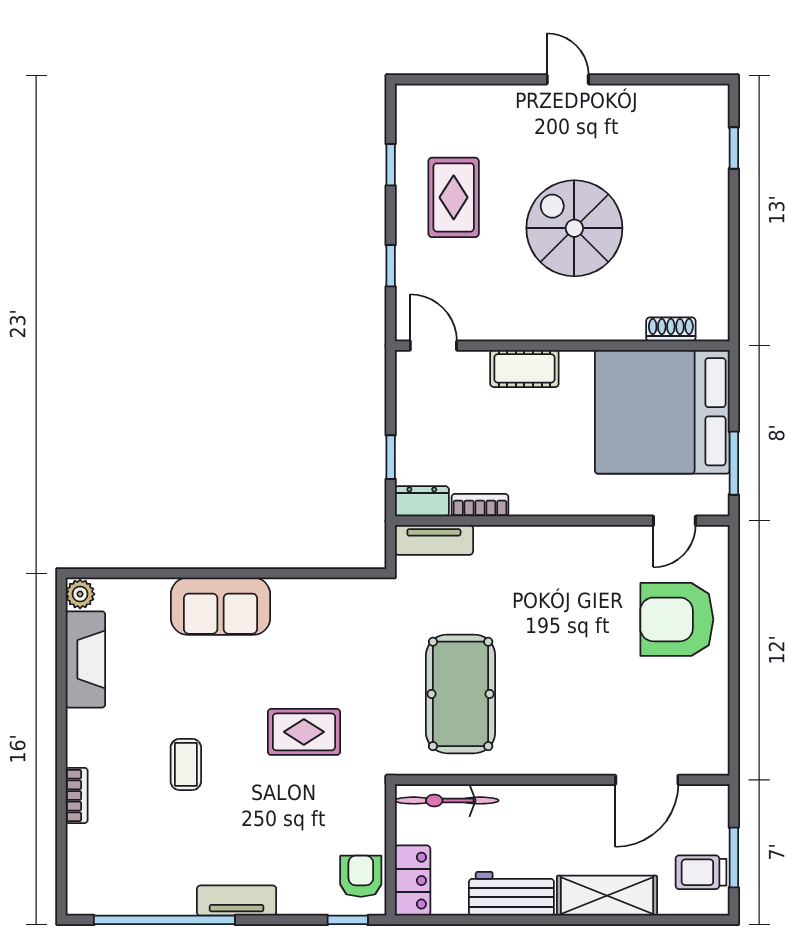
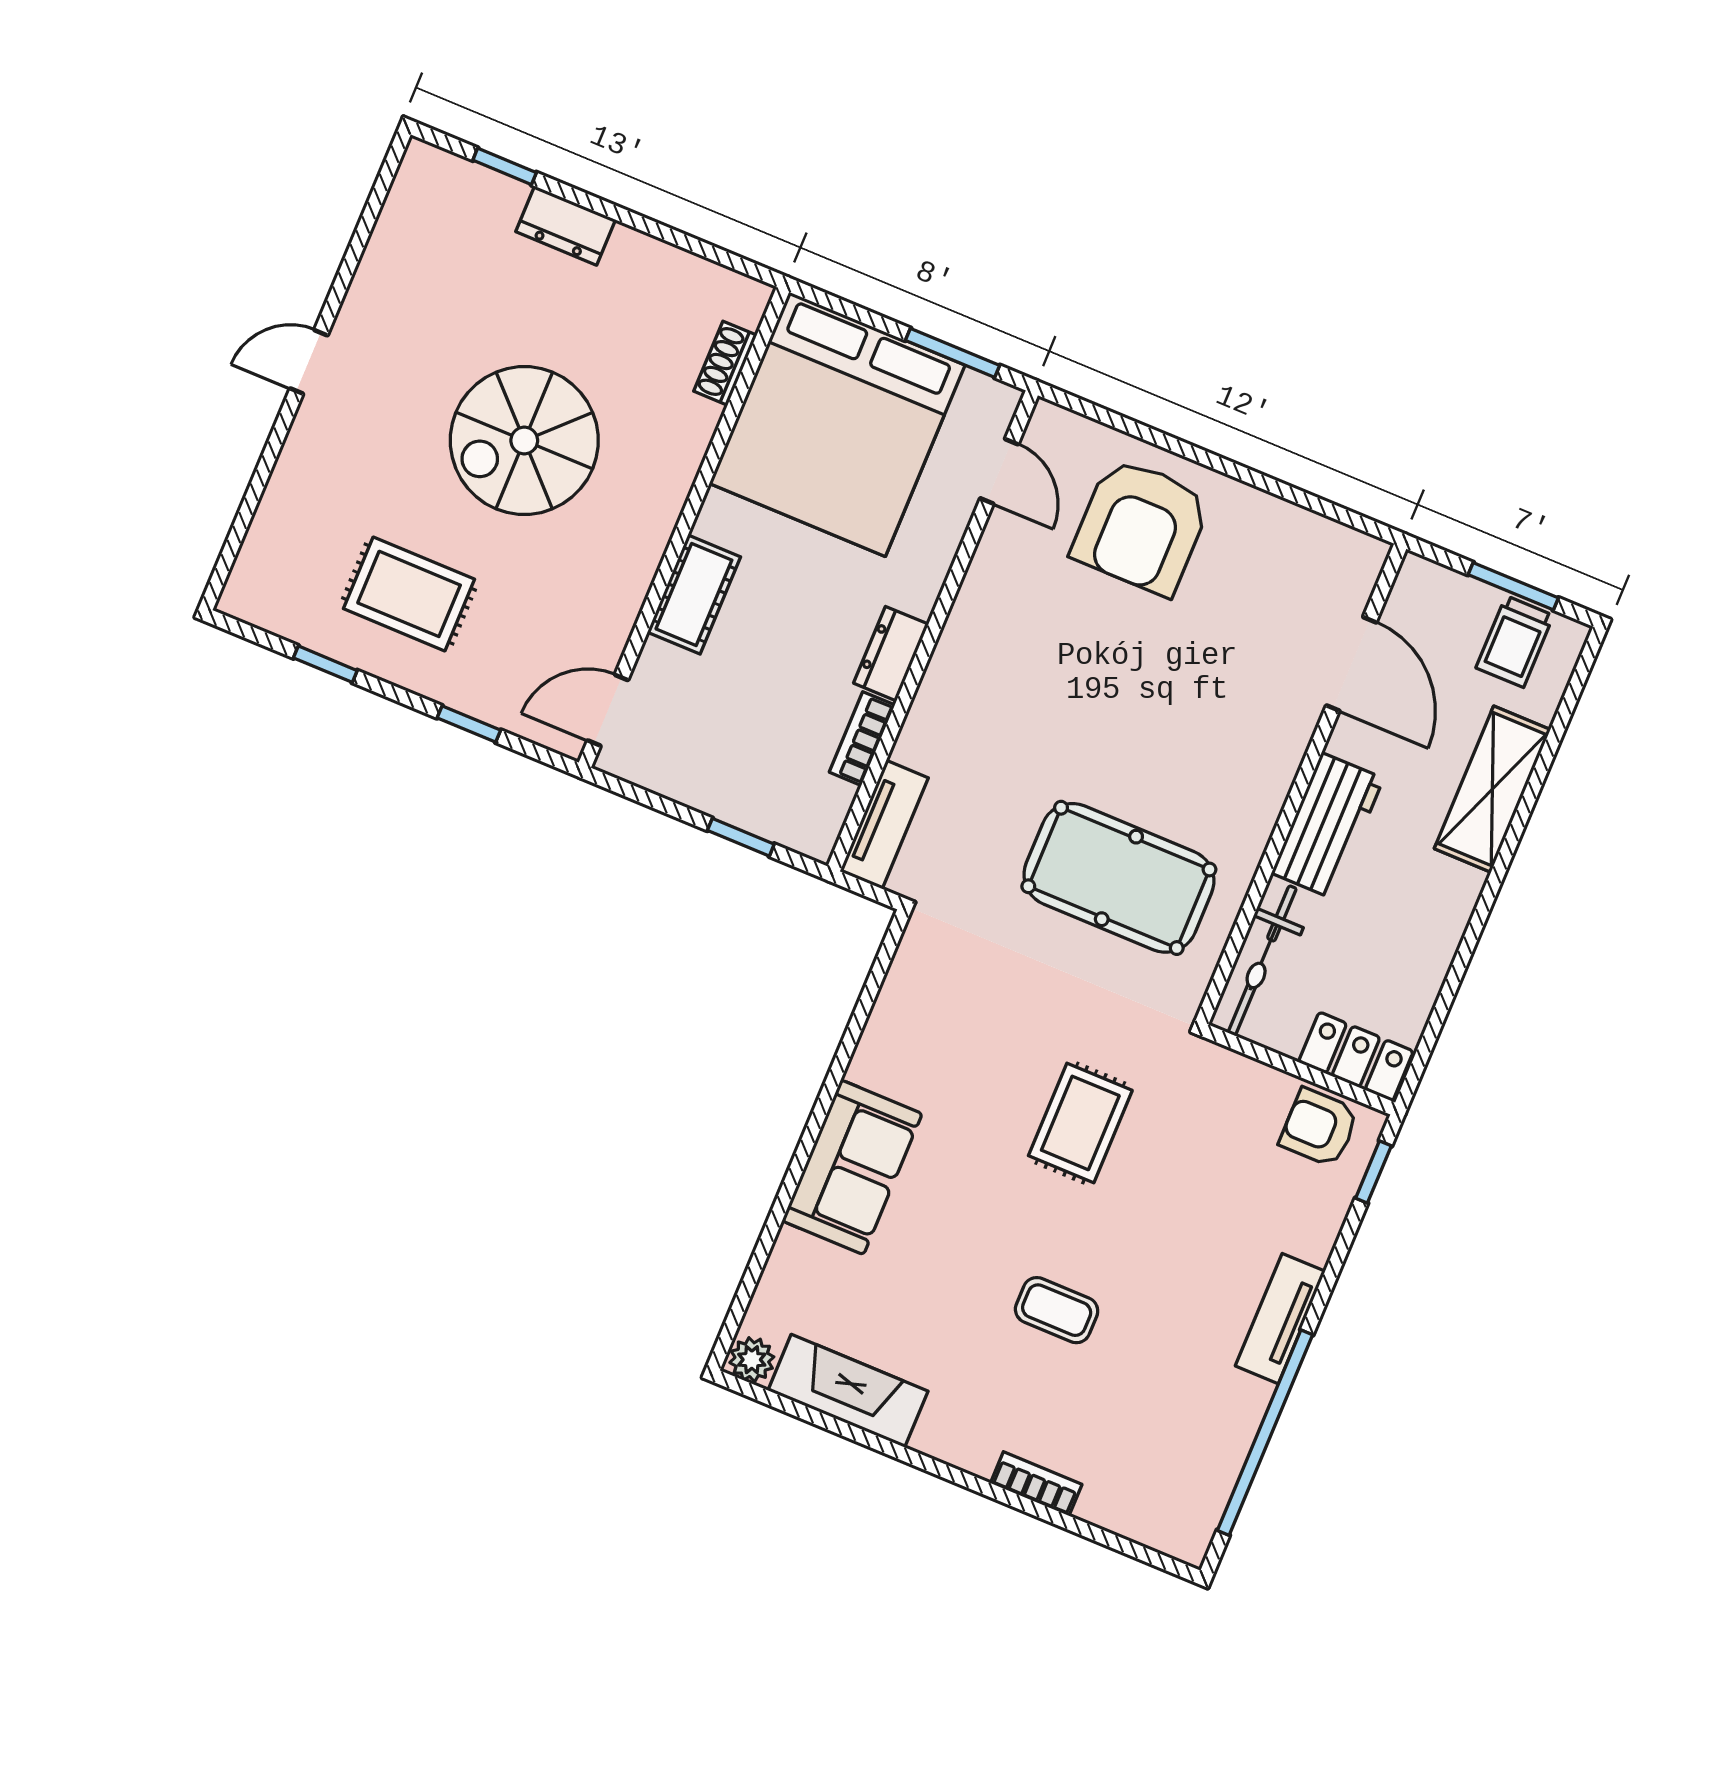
dresser: (714, 199) -> (566, 226), added
dresser: (422, 501) -> (891, 654), moved
workbench: (511, 894) -> (1328, 826), moved, turned 180

